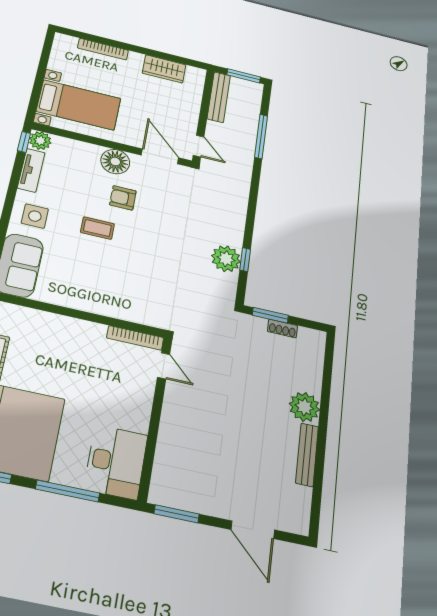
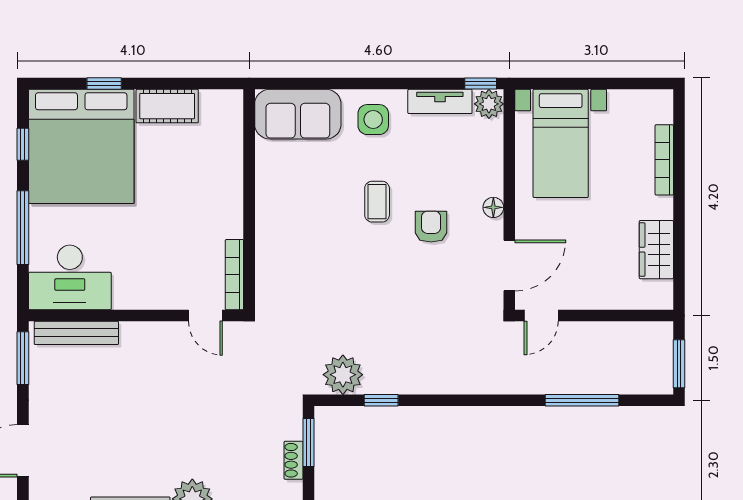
bench: (219, 97) -> (76, 333), moved
floor lamp: (115, 162) -> (493, 207), width x0.53, depth x0.53
plant: (226, 259) -> (343, 375), moved
door: (164, 366) -> (205, 315), hinge flipped

